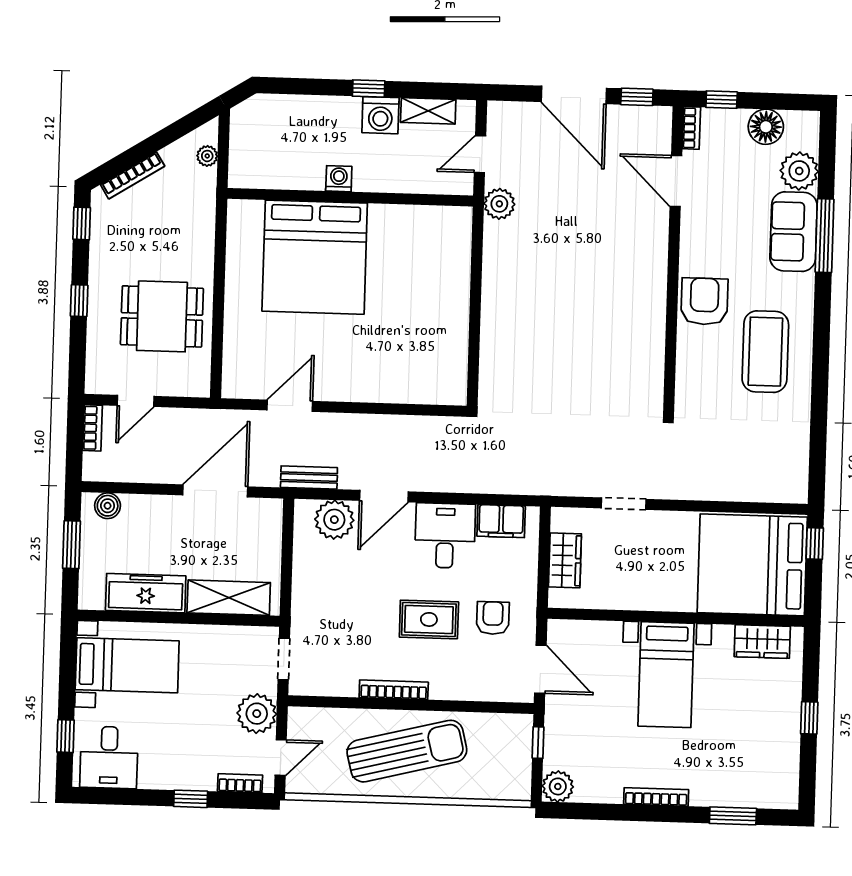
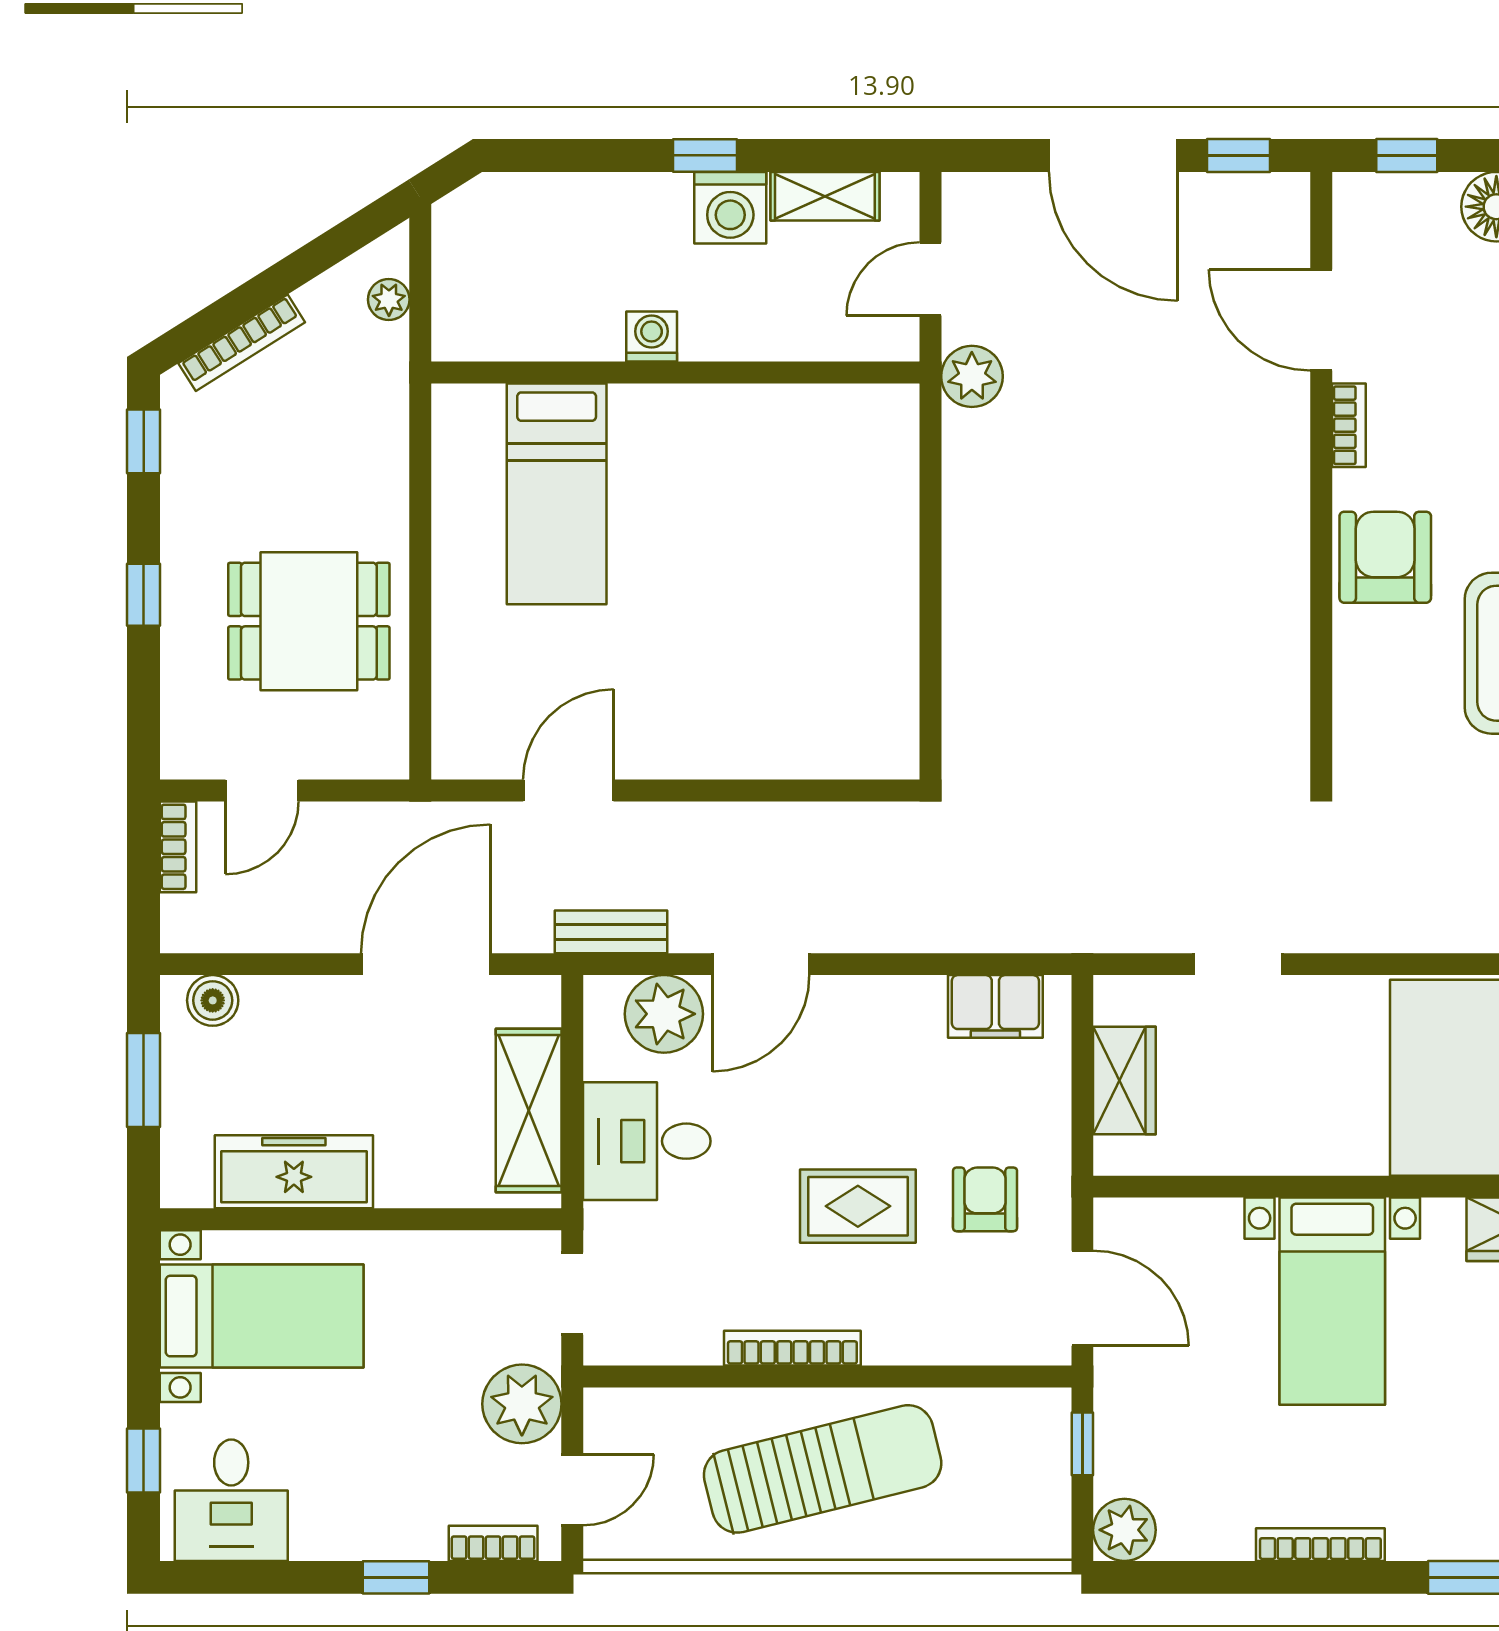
bookcase: (691, 128) -> (1349, 425), moved
bed: (315, 257) -> (557, 494), width x0.49
desk: (445, 536) -> (647, 1141), moved, turned -90
shelving: (229, 598) -> (529, 1111), moved, turned 90

